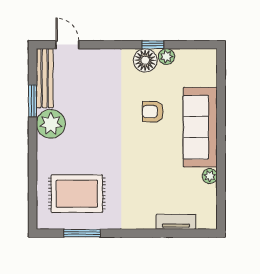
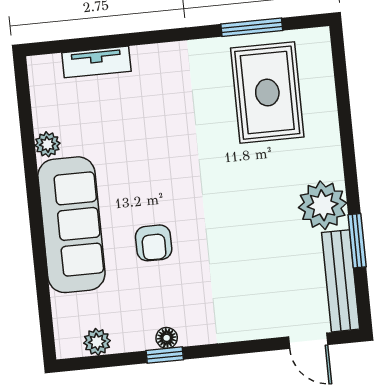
plant: (167, 57) -> (97, 342), moved
floor lamp: (145, 60) -> (167, 338), width x0.53, depth x0.53
armchair: (153, 112) -> (154, 243), turned 90
rug: (77, 194) -> (267, 93), turned 90

